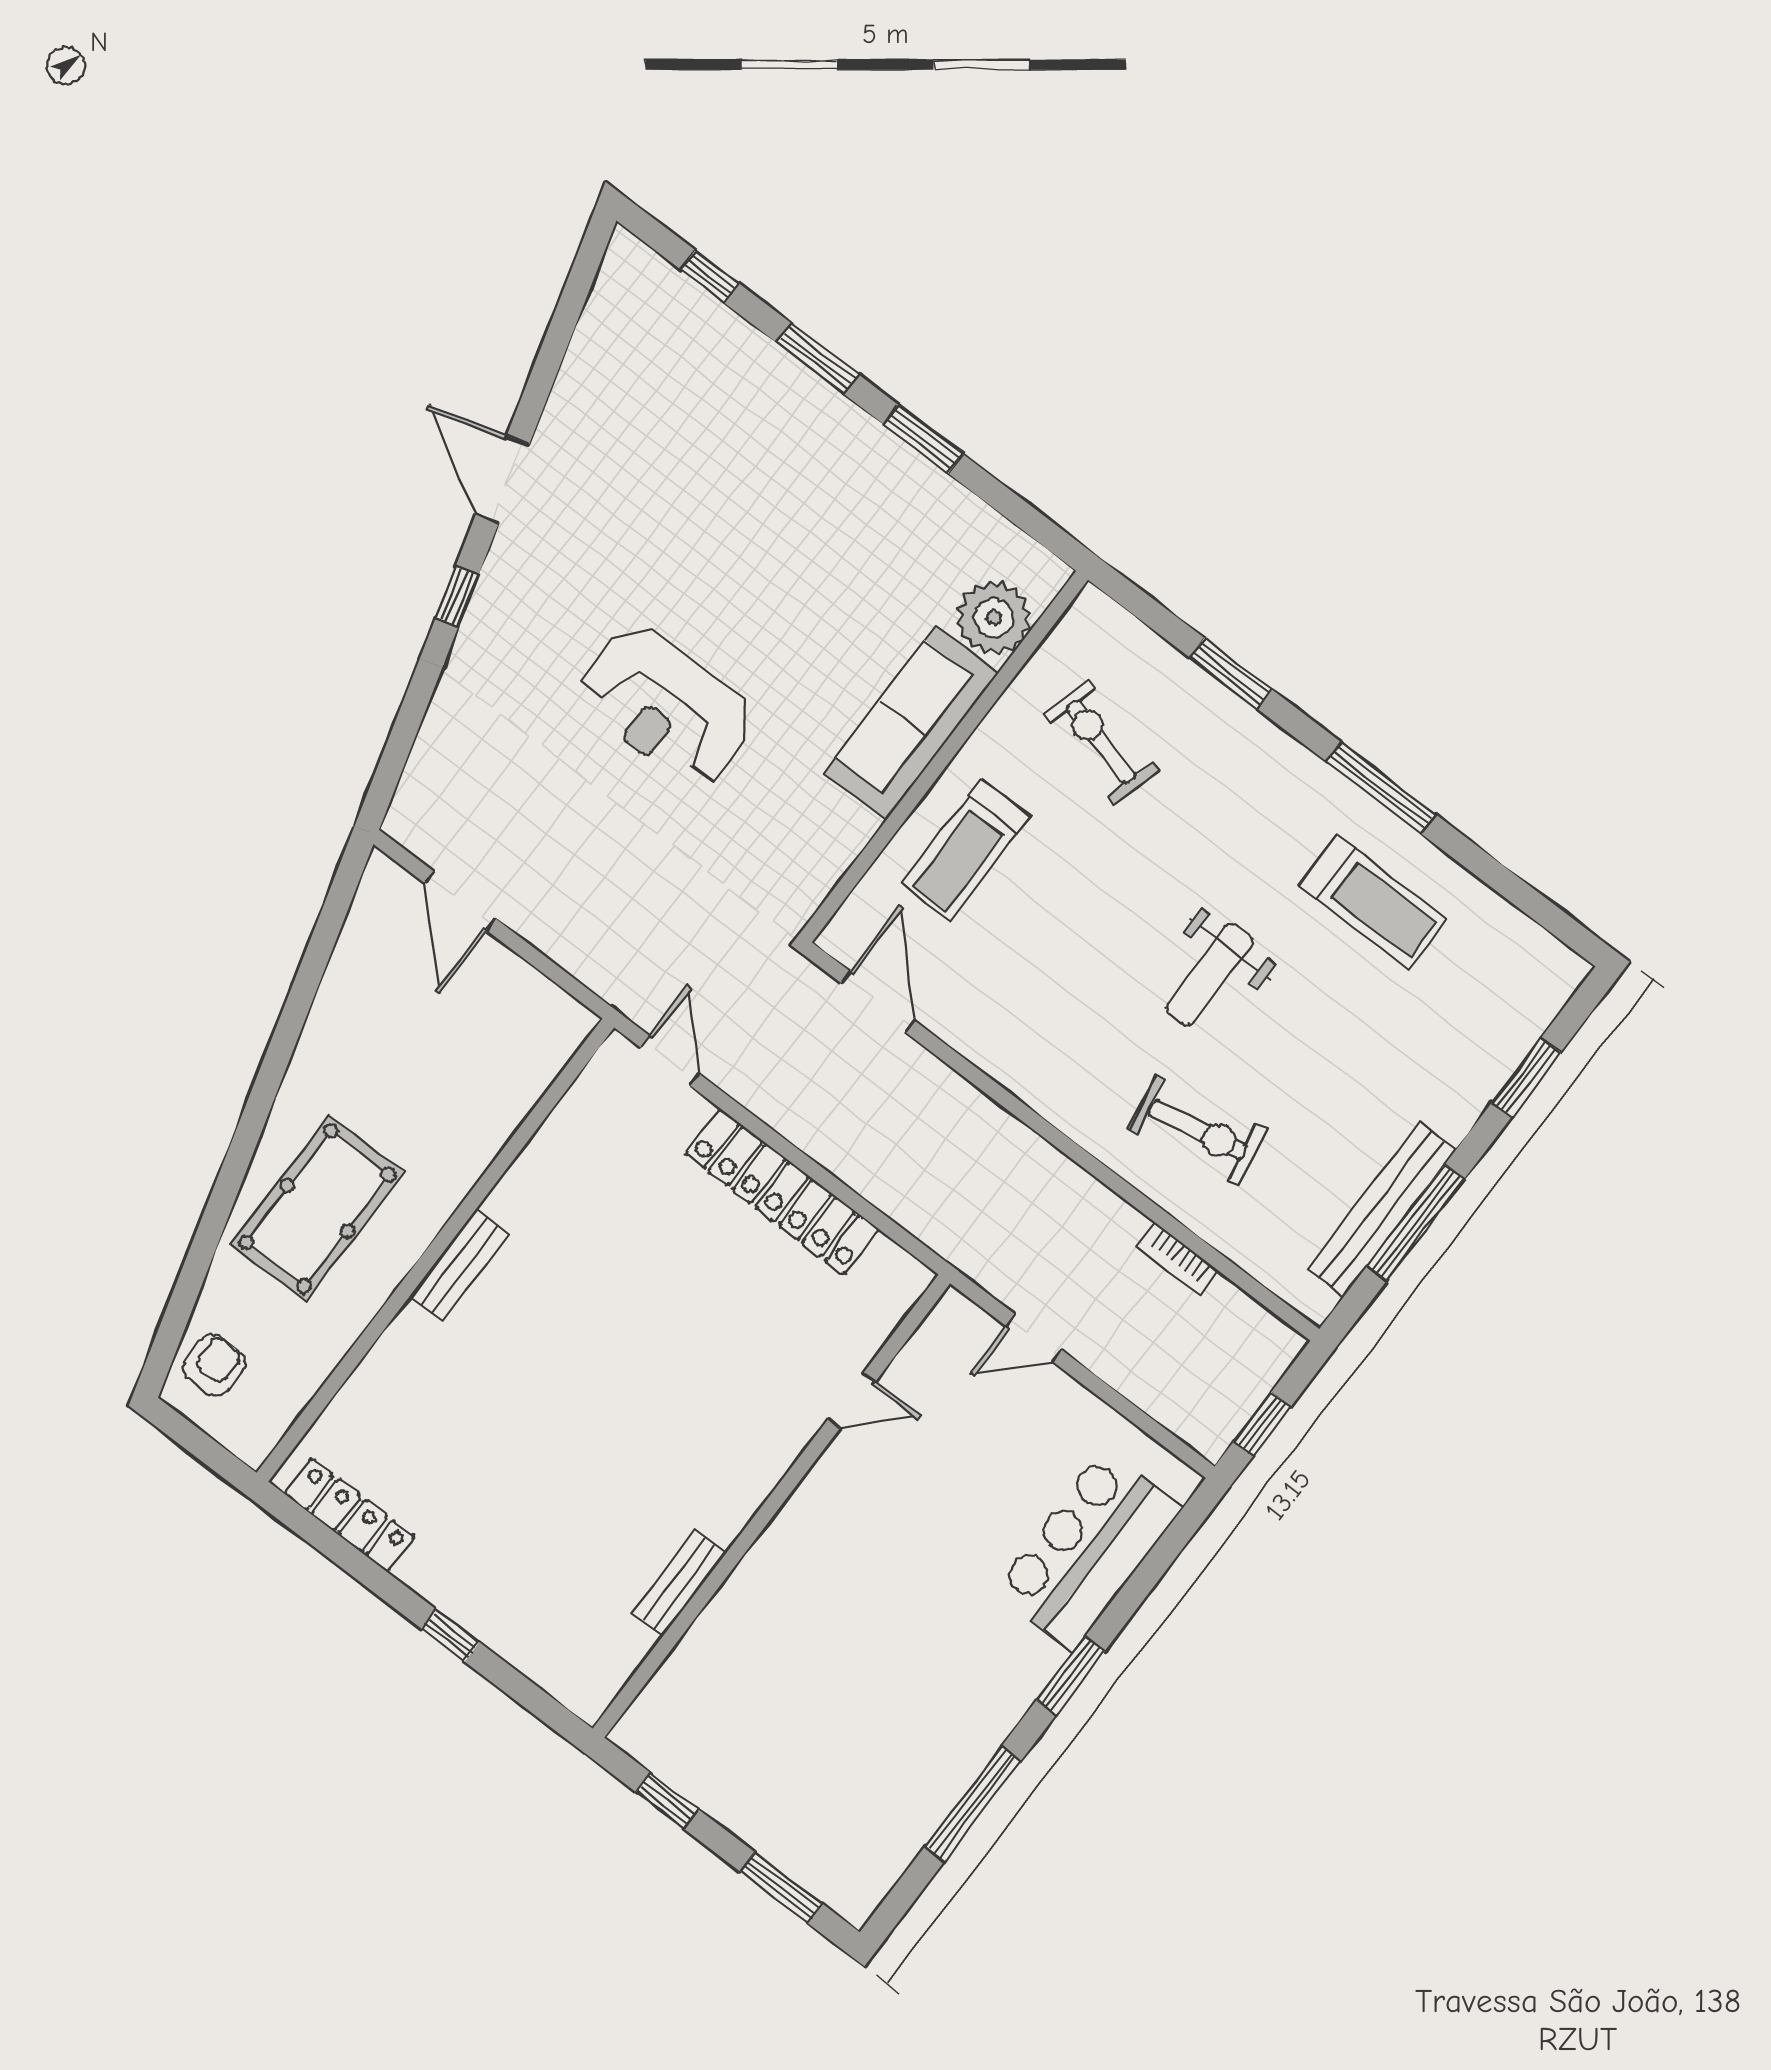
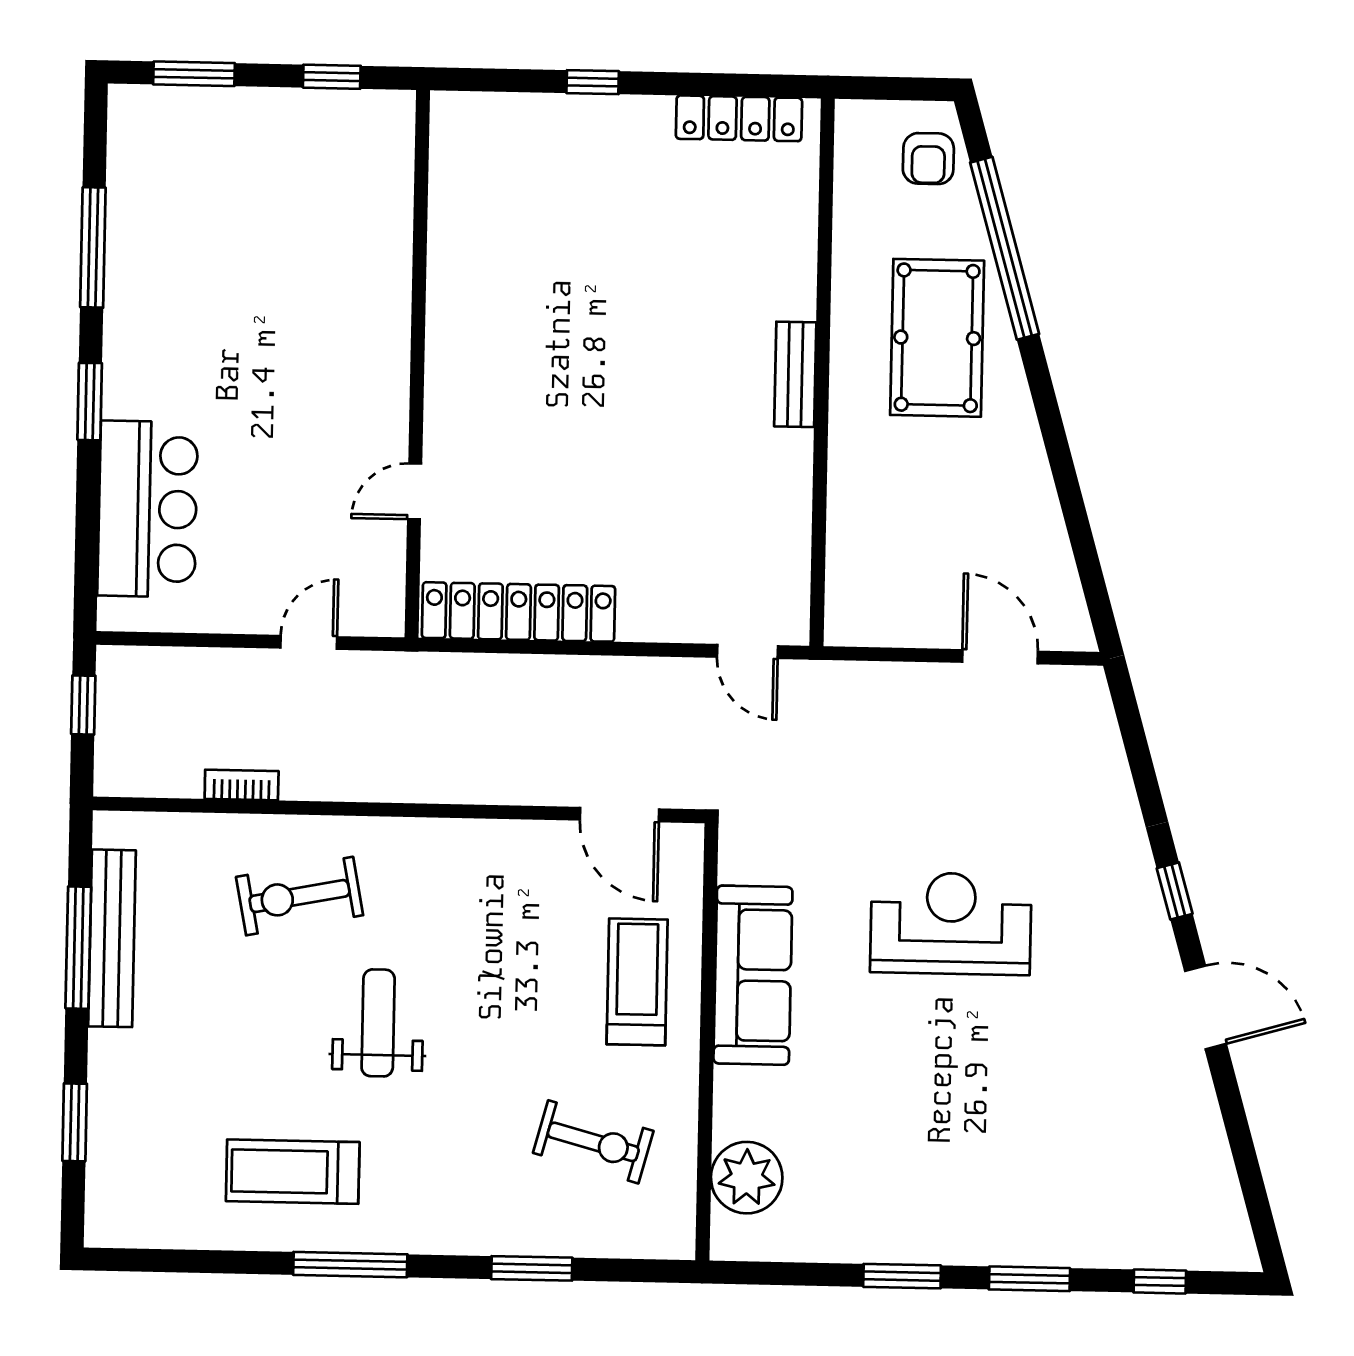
sofa: (911, 723) -> (753, 975), moved
locker: (782, 1192) -> (518, 612), moved
window: (205, 1242) -> (1005, 248), added
bench: (679, 1583) -> (446, 252), removed

